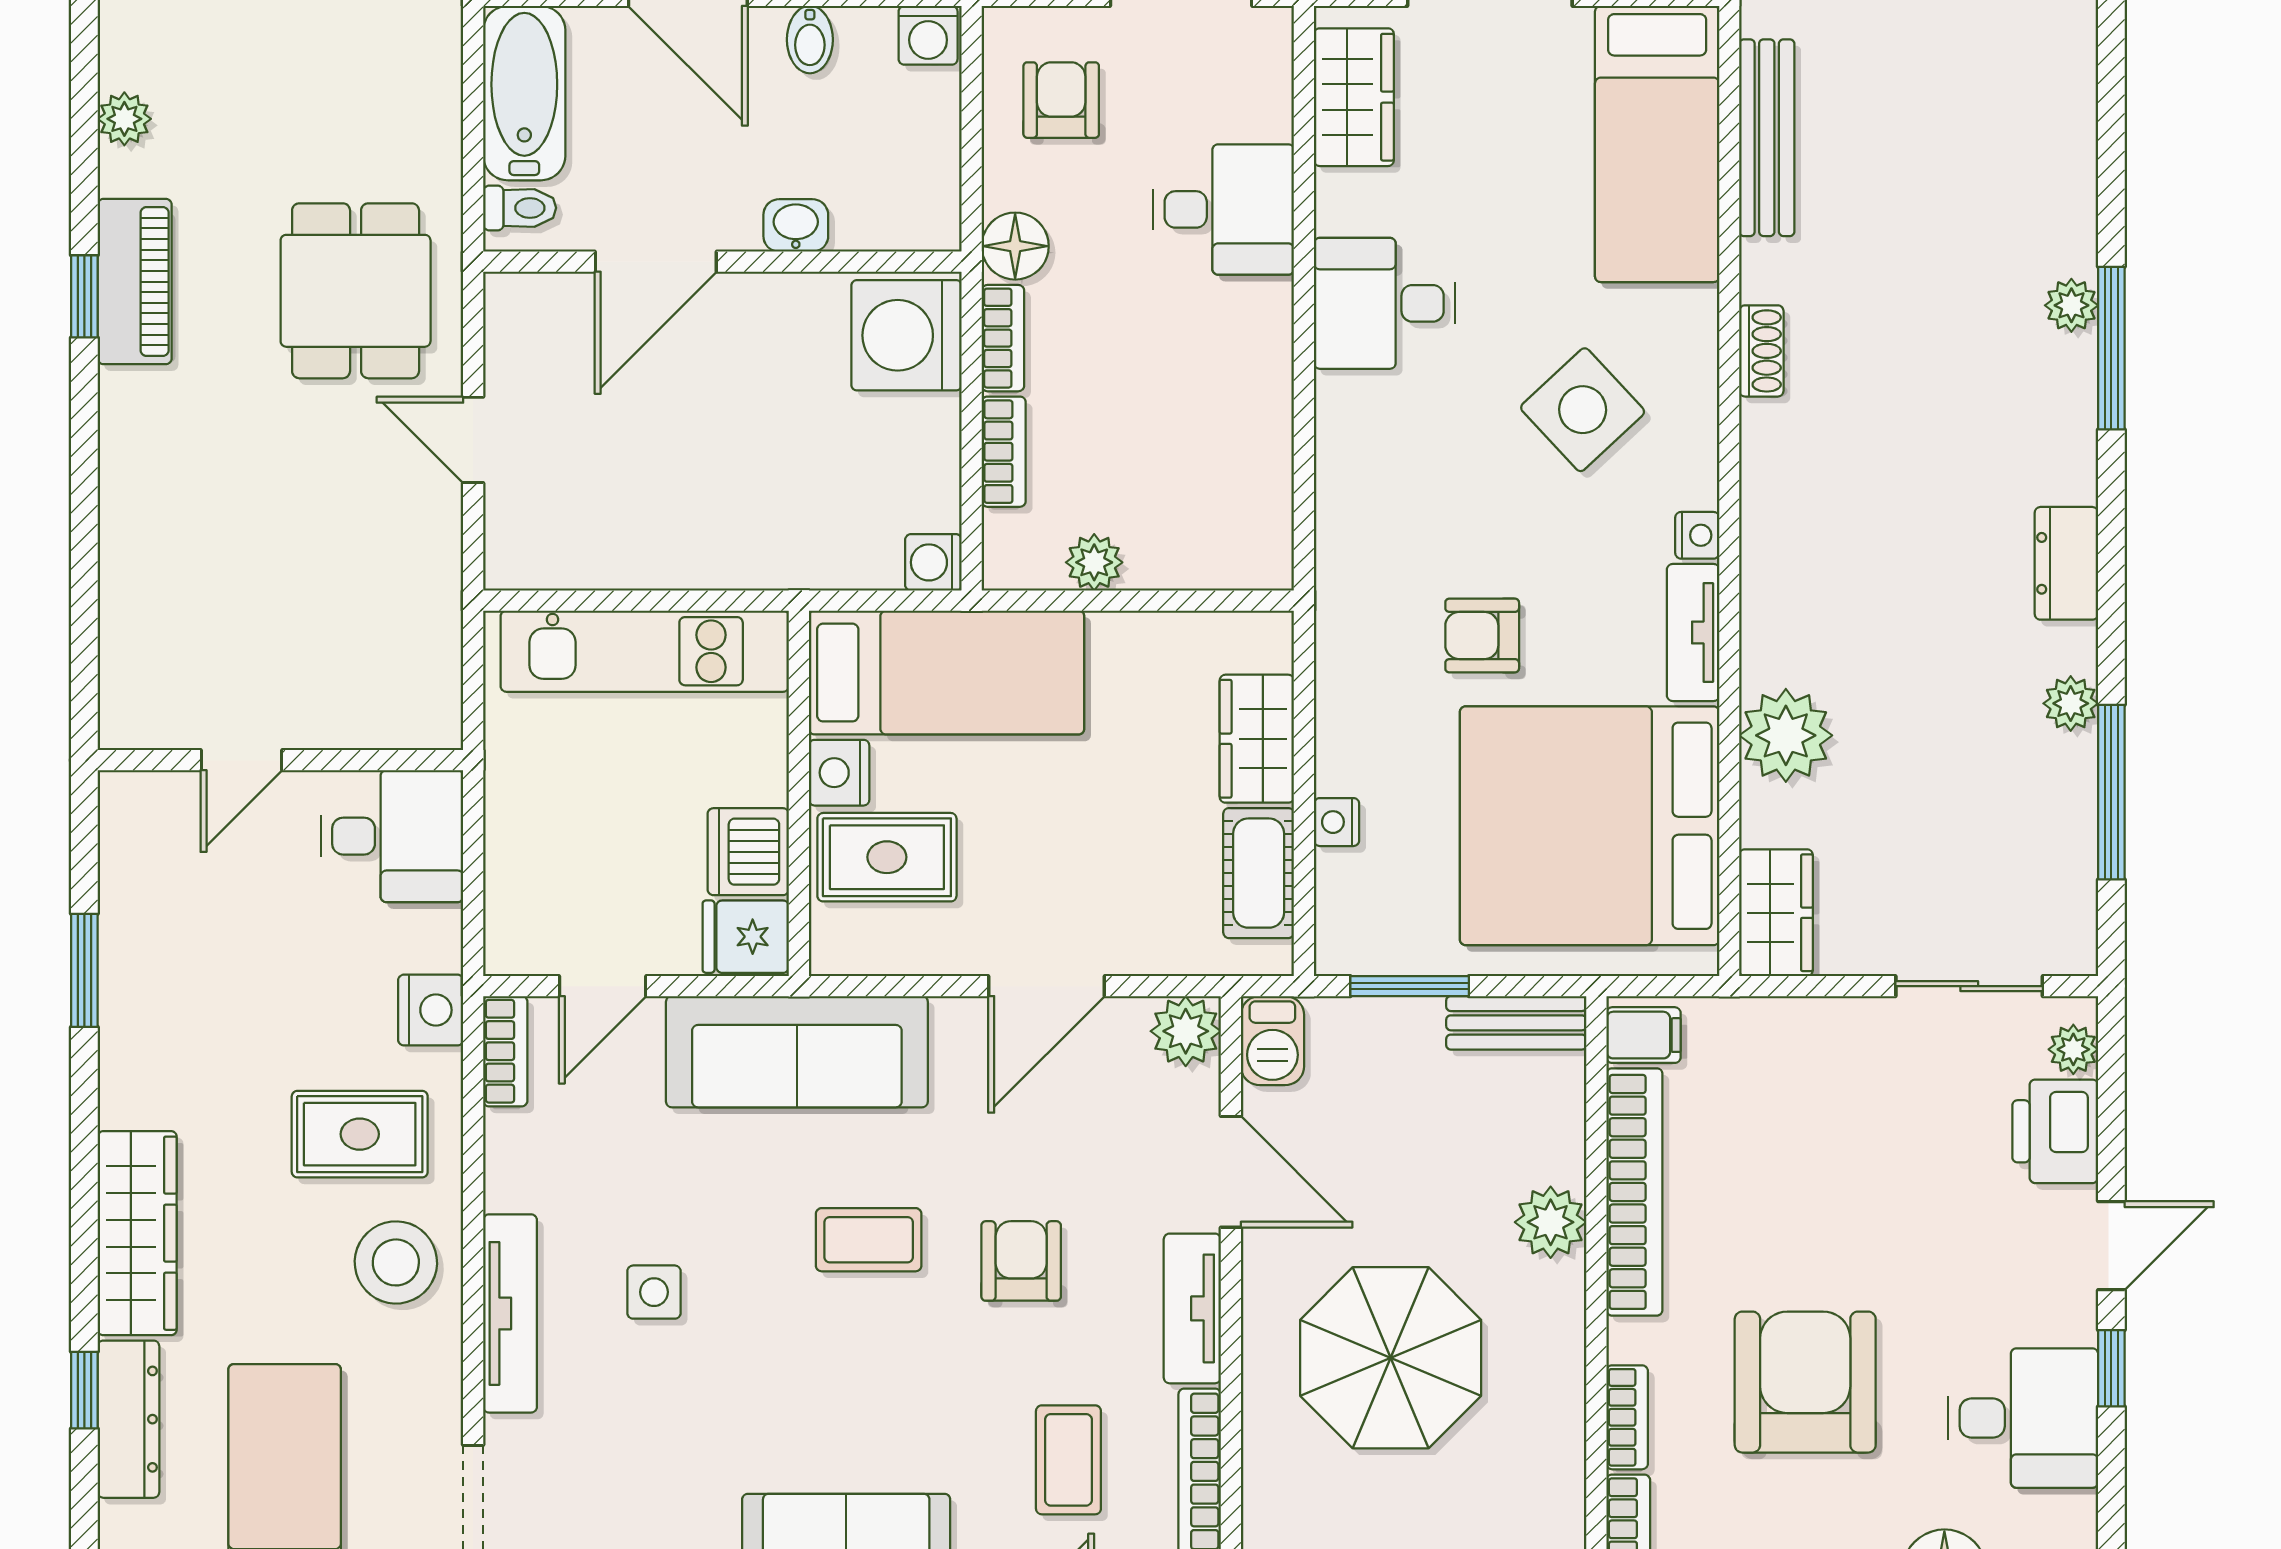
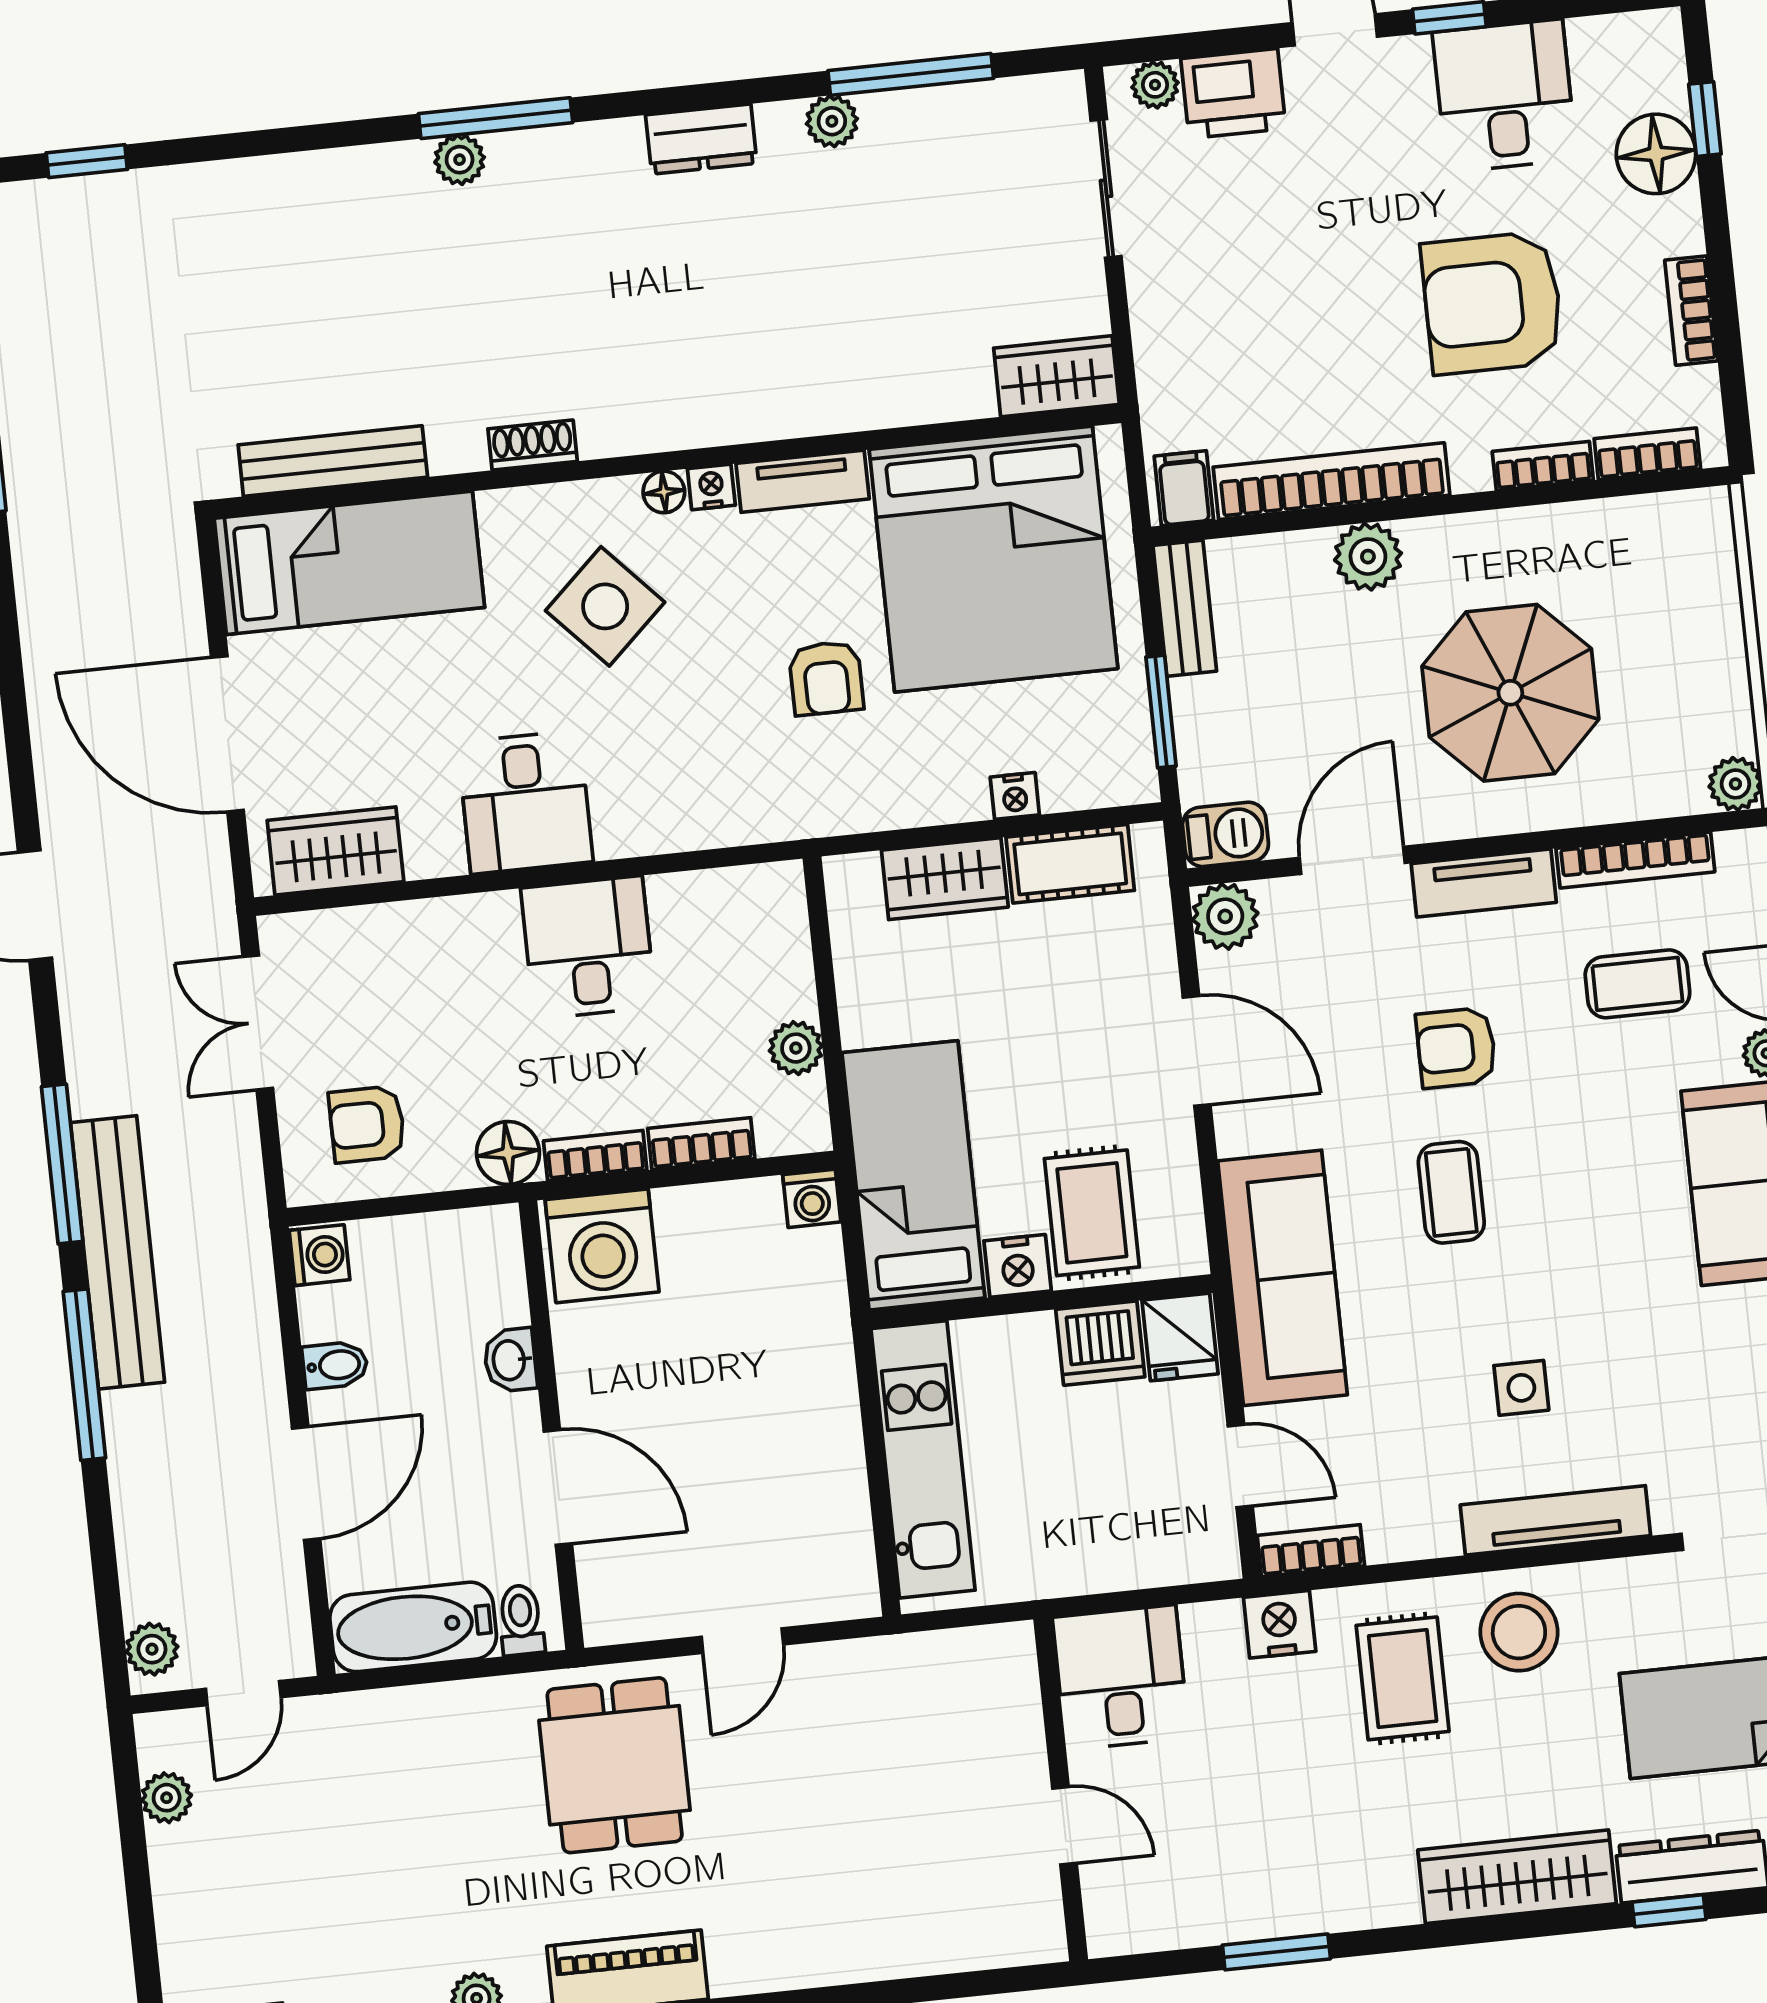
desk: (1224, 209) -> (588, 947), moved
dining table: (356, 291) -> (615, 1765), turned 90
floor lamp: (1697, 485) -> (664, 492), added
plant: (1786, 735) -> (890, 384), removed

